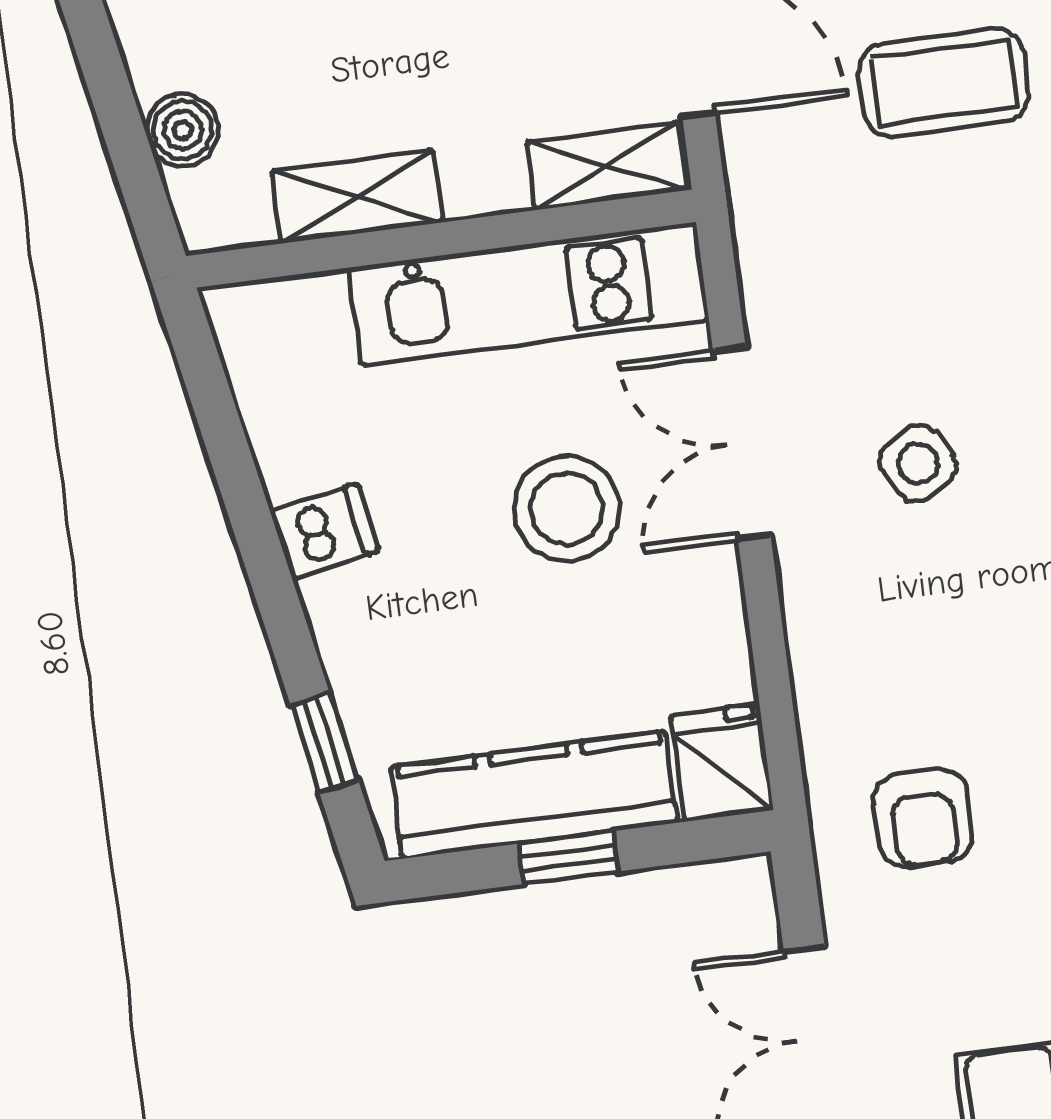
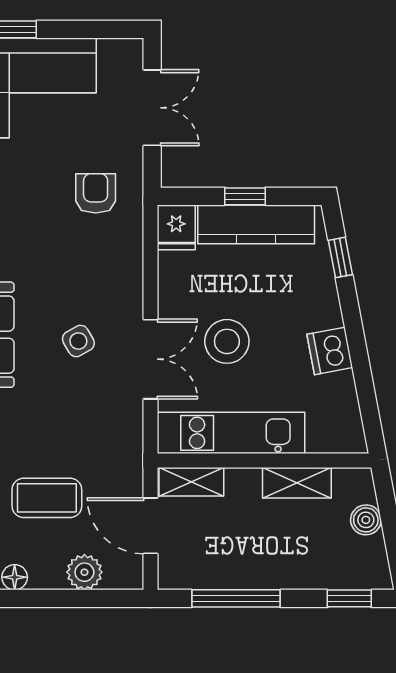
dishwasher: (325, 531) -> (330, 351), width x1.38

